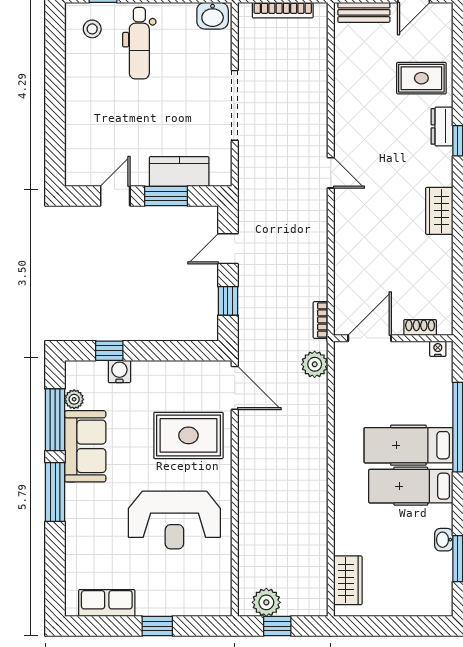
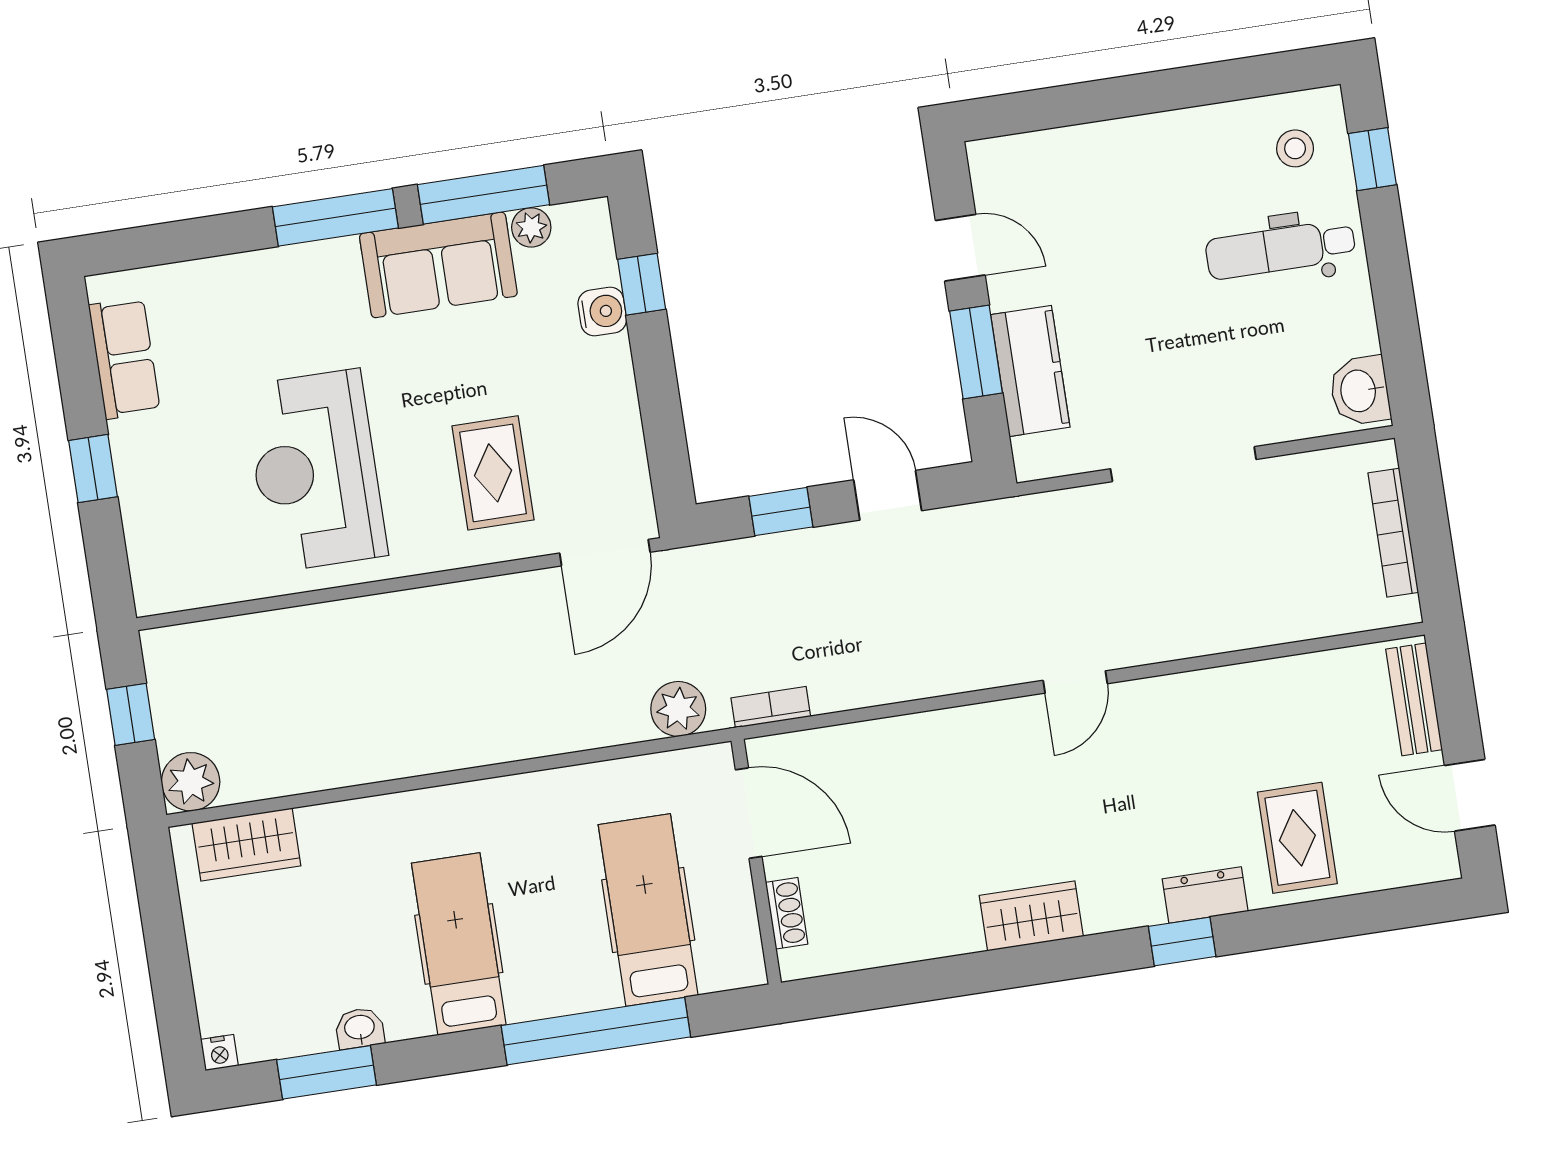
nightstand: (438, 349) -> (219, 1053), moved, turned 90
rug: (188, 435) -> (493, 473), width x0.73, depth x0.70
hospital bed: (408, 445) -> (648, 910), moved
plant: (266, 602) -> (191, 782), moved

